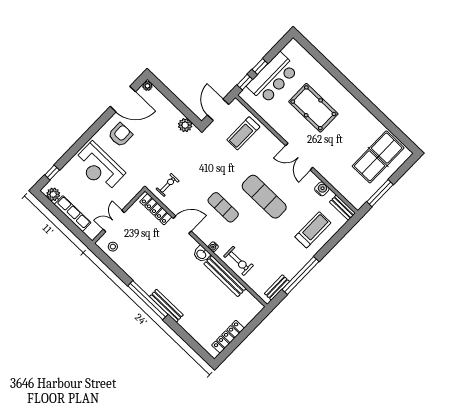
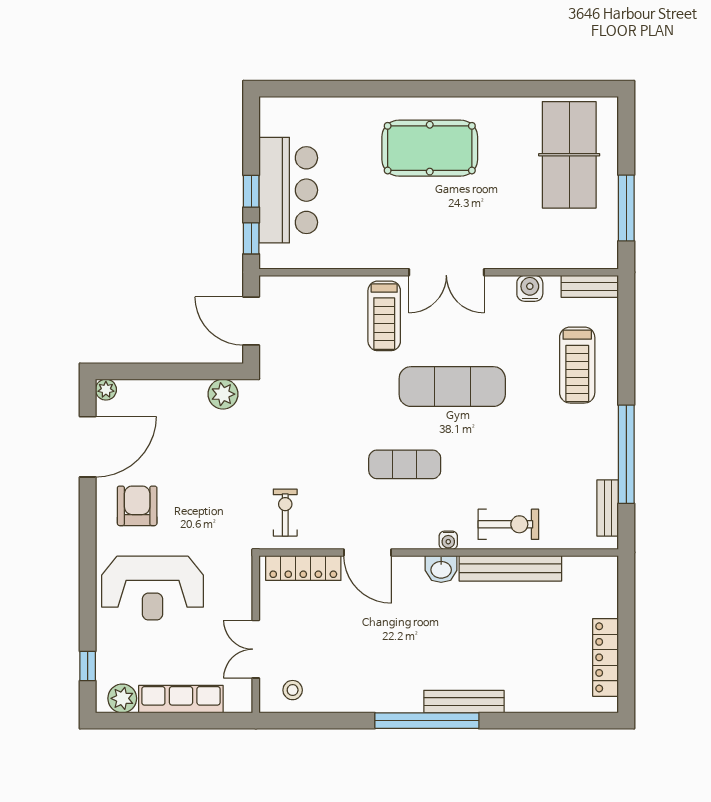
pool table: (313, 108) -> (430, 148), moved
treadmill: (243, 133) -> (384, 316), moved
door: (182, 225) -> (367, 552), swing flipped
treadmill: (313, 230) -> (577, 365), turned 180

